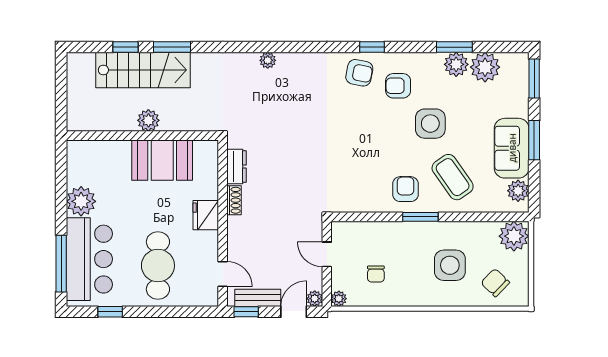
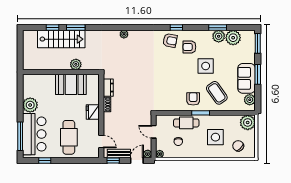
plant: (148, 120) -> (76, 64), moved
cafe table: (392, 237) -> (186, 123), added

